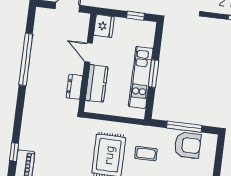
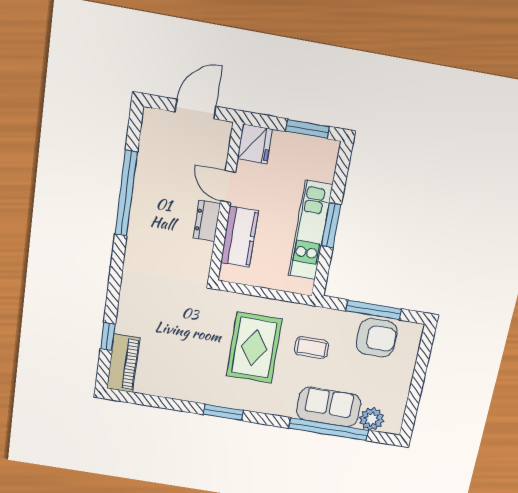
window: (136, 16) -> (307, 129), width x1.50
dresser: (74, 87) -> (207, 221), moved

